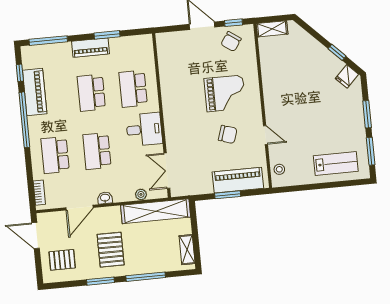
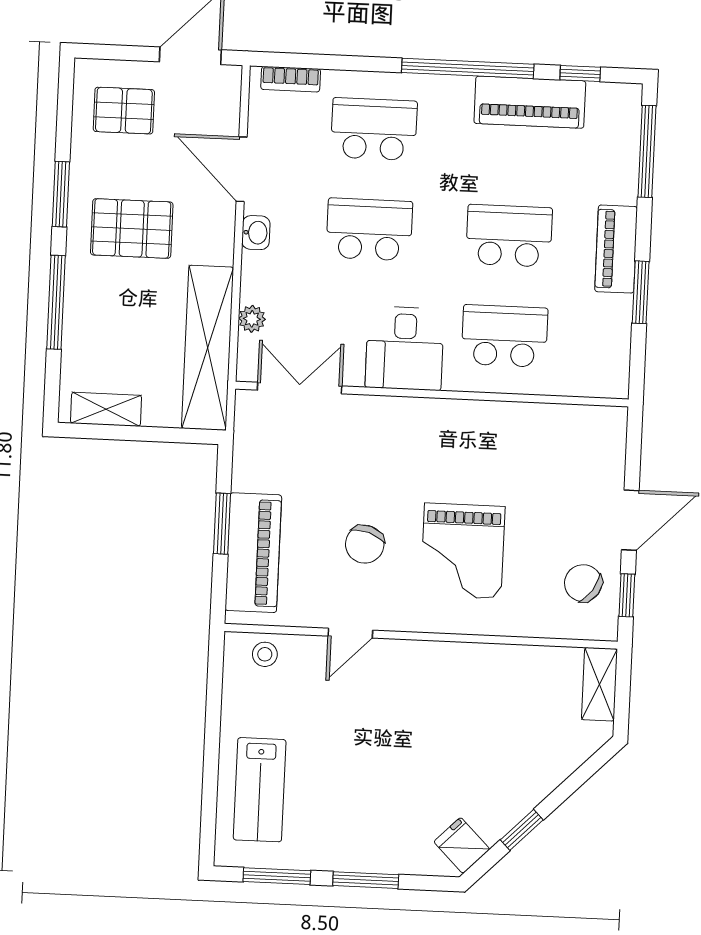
pallet: (62, 260) -> (124, 111), turned 90

